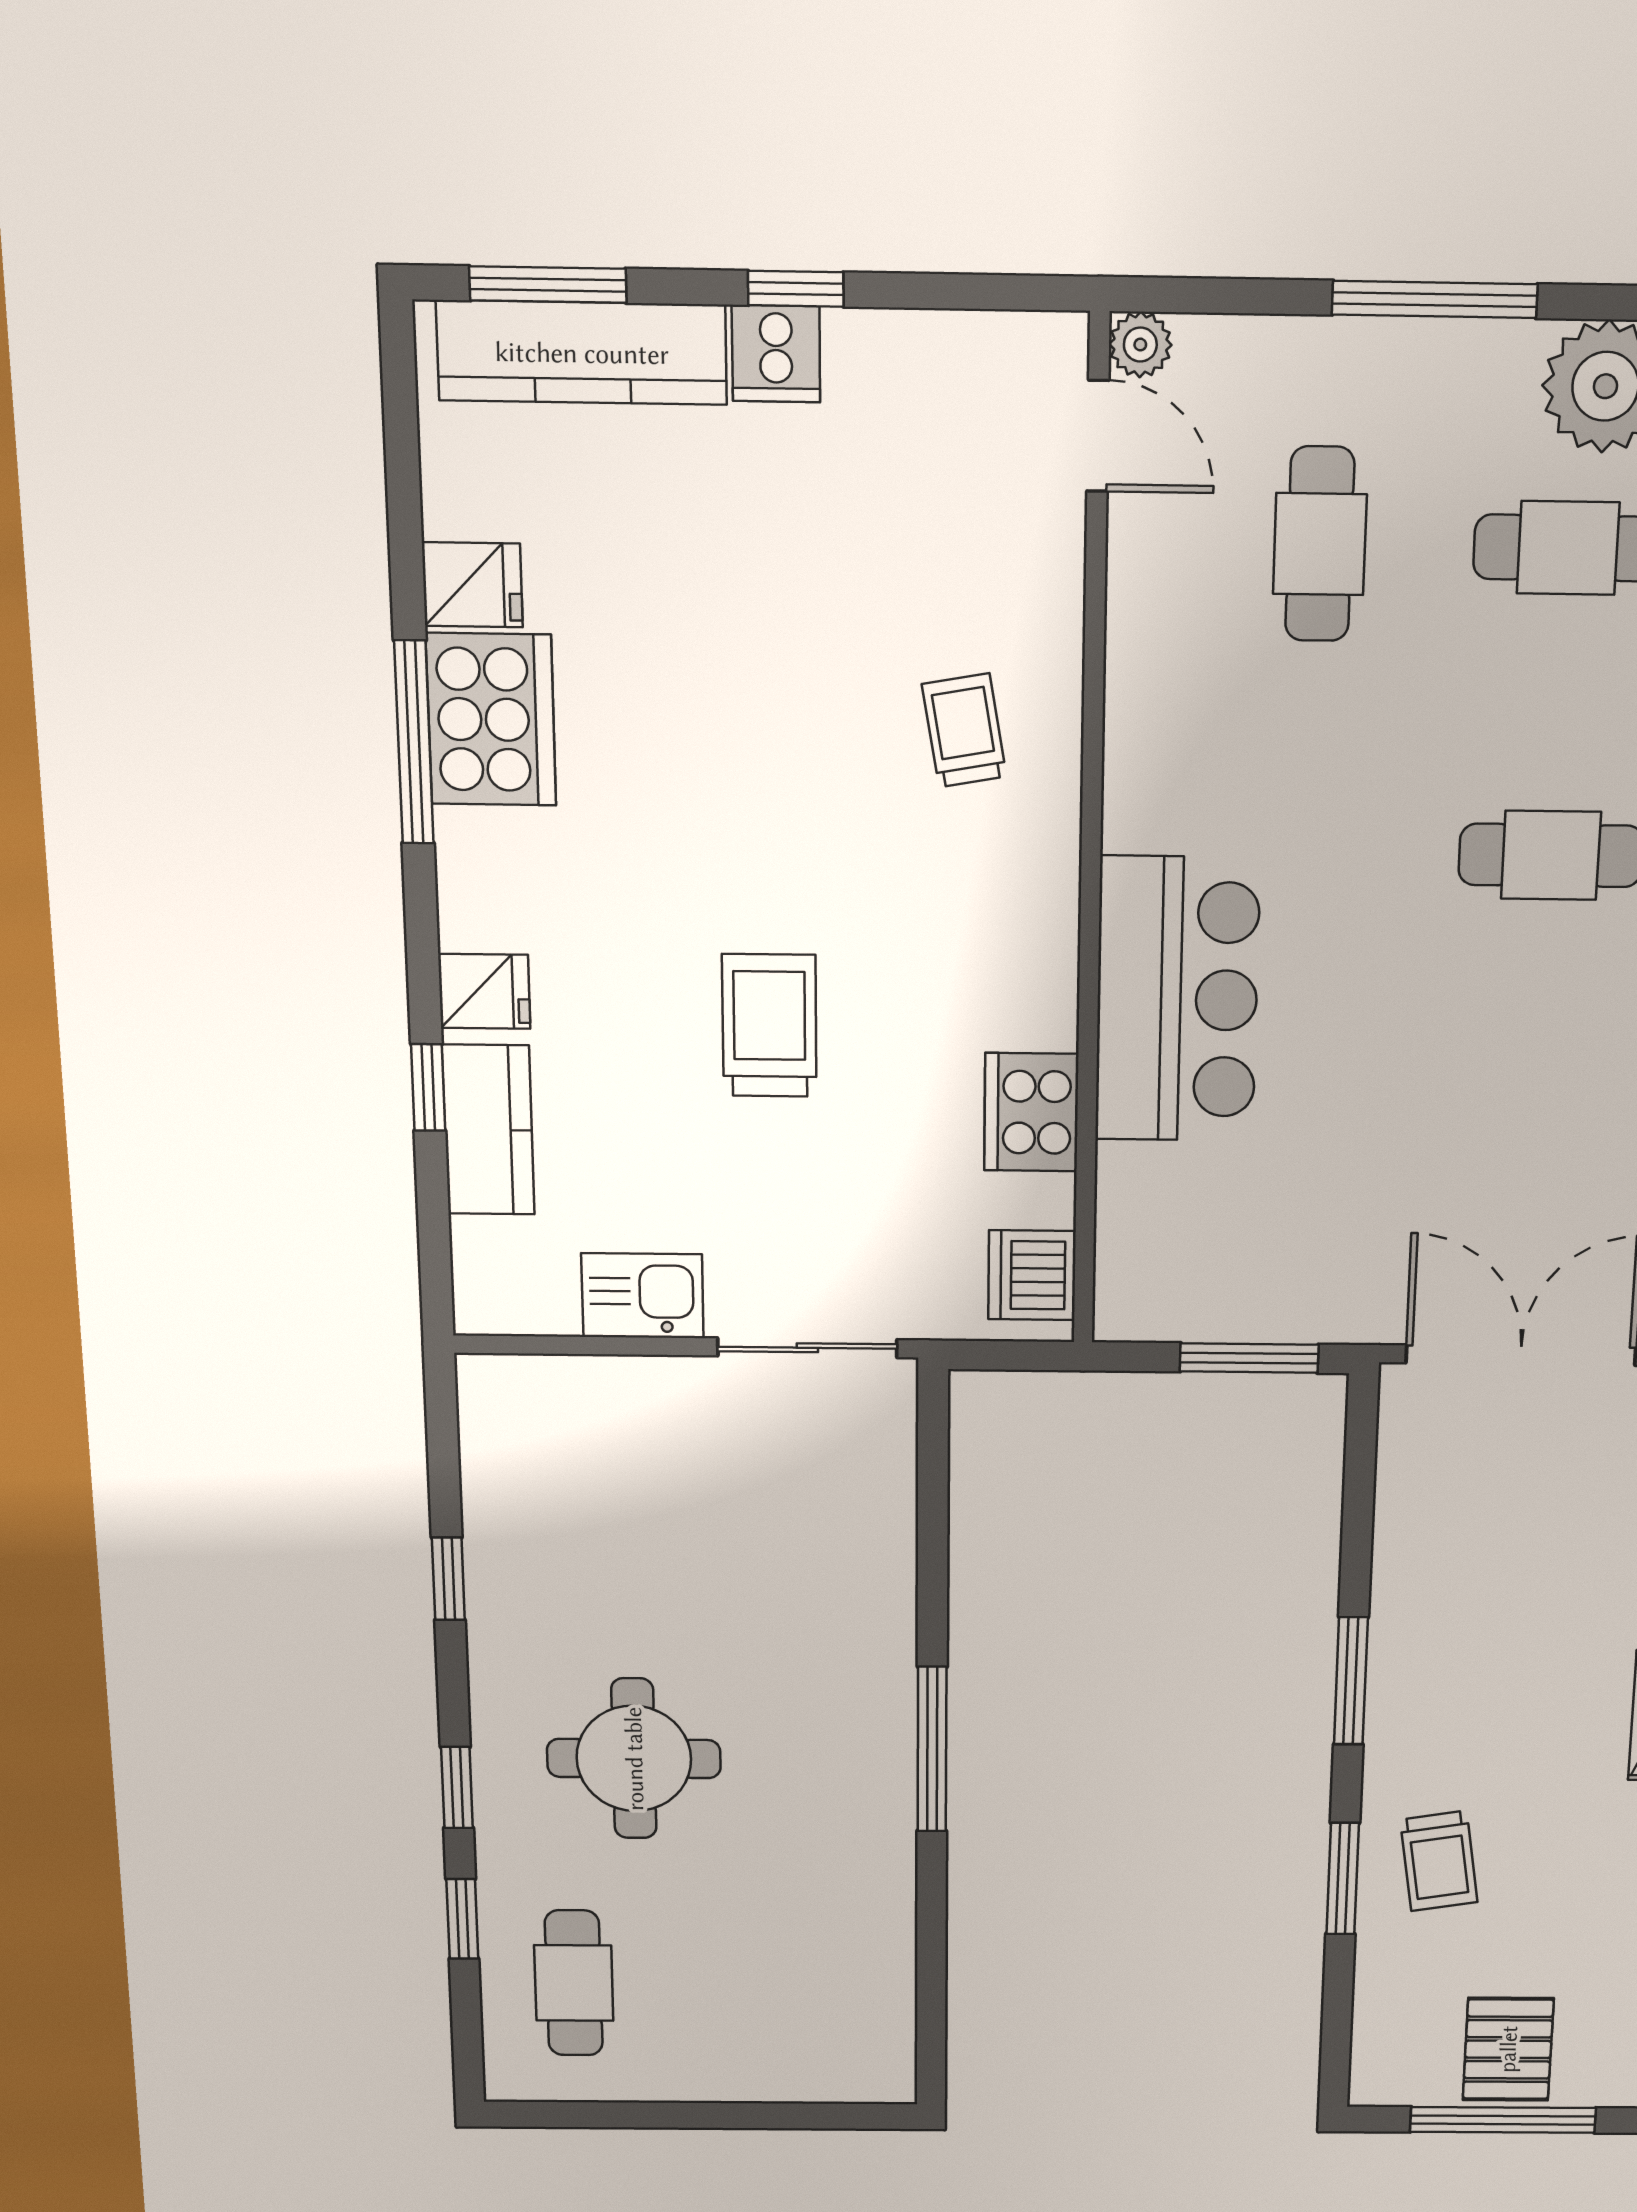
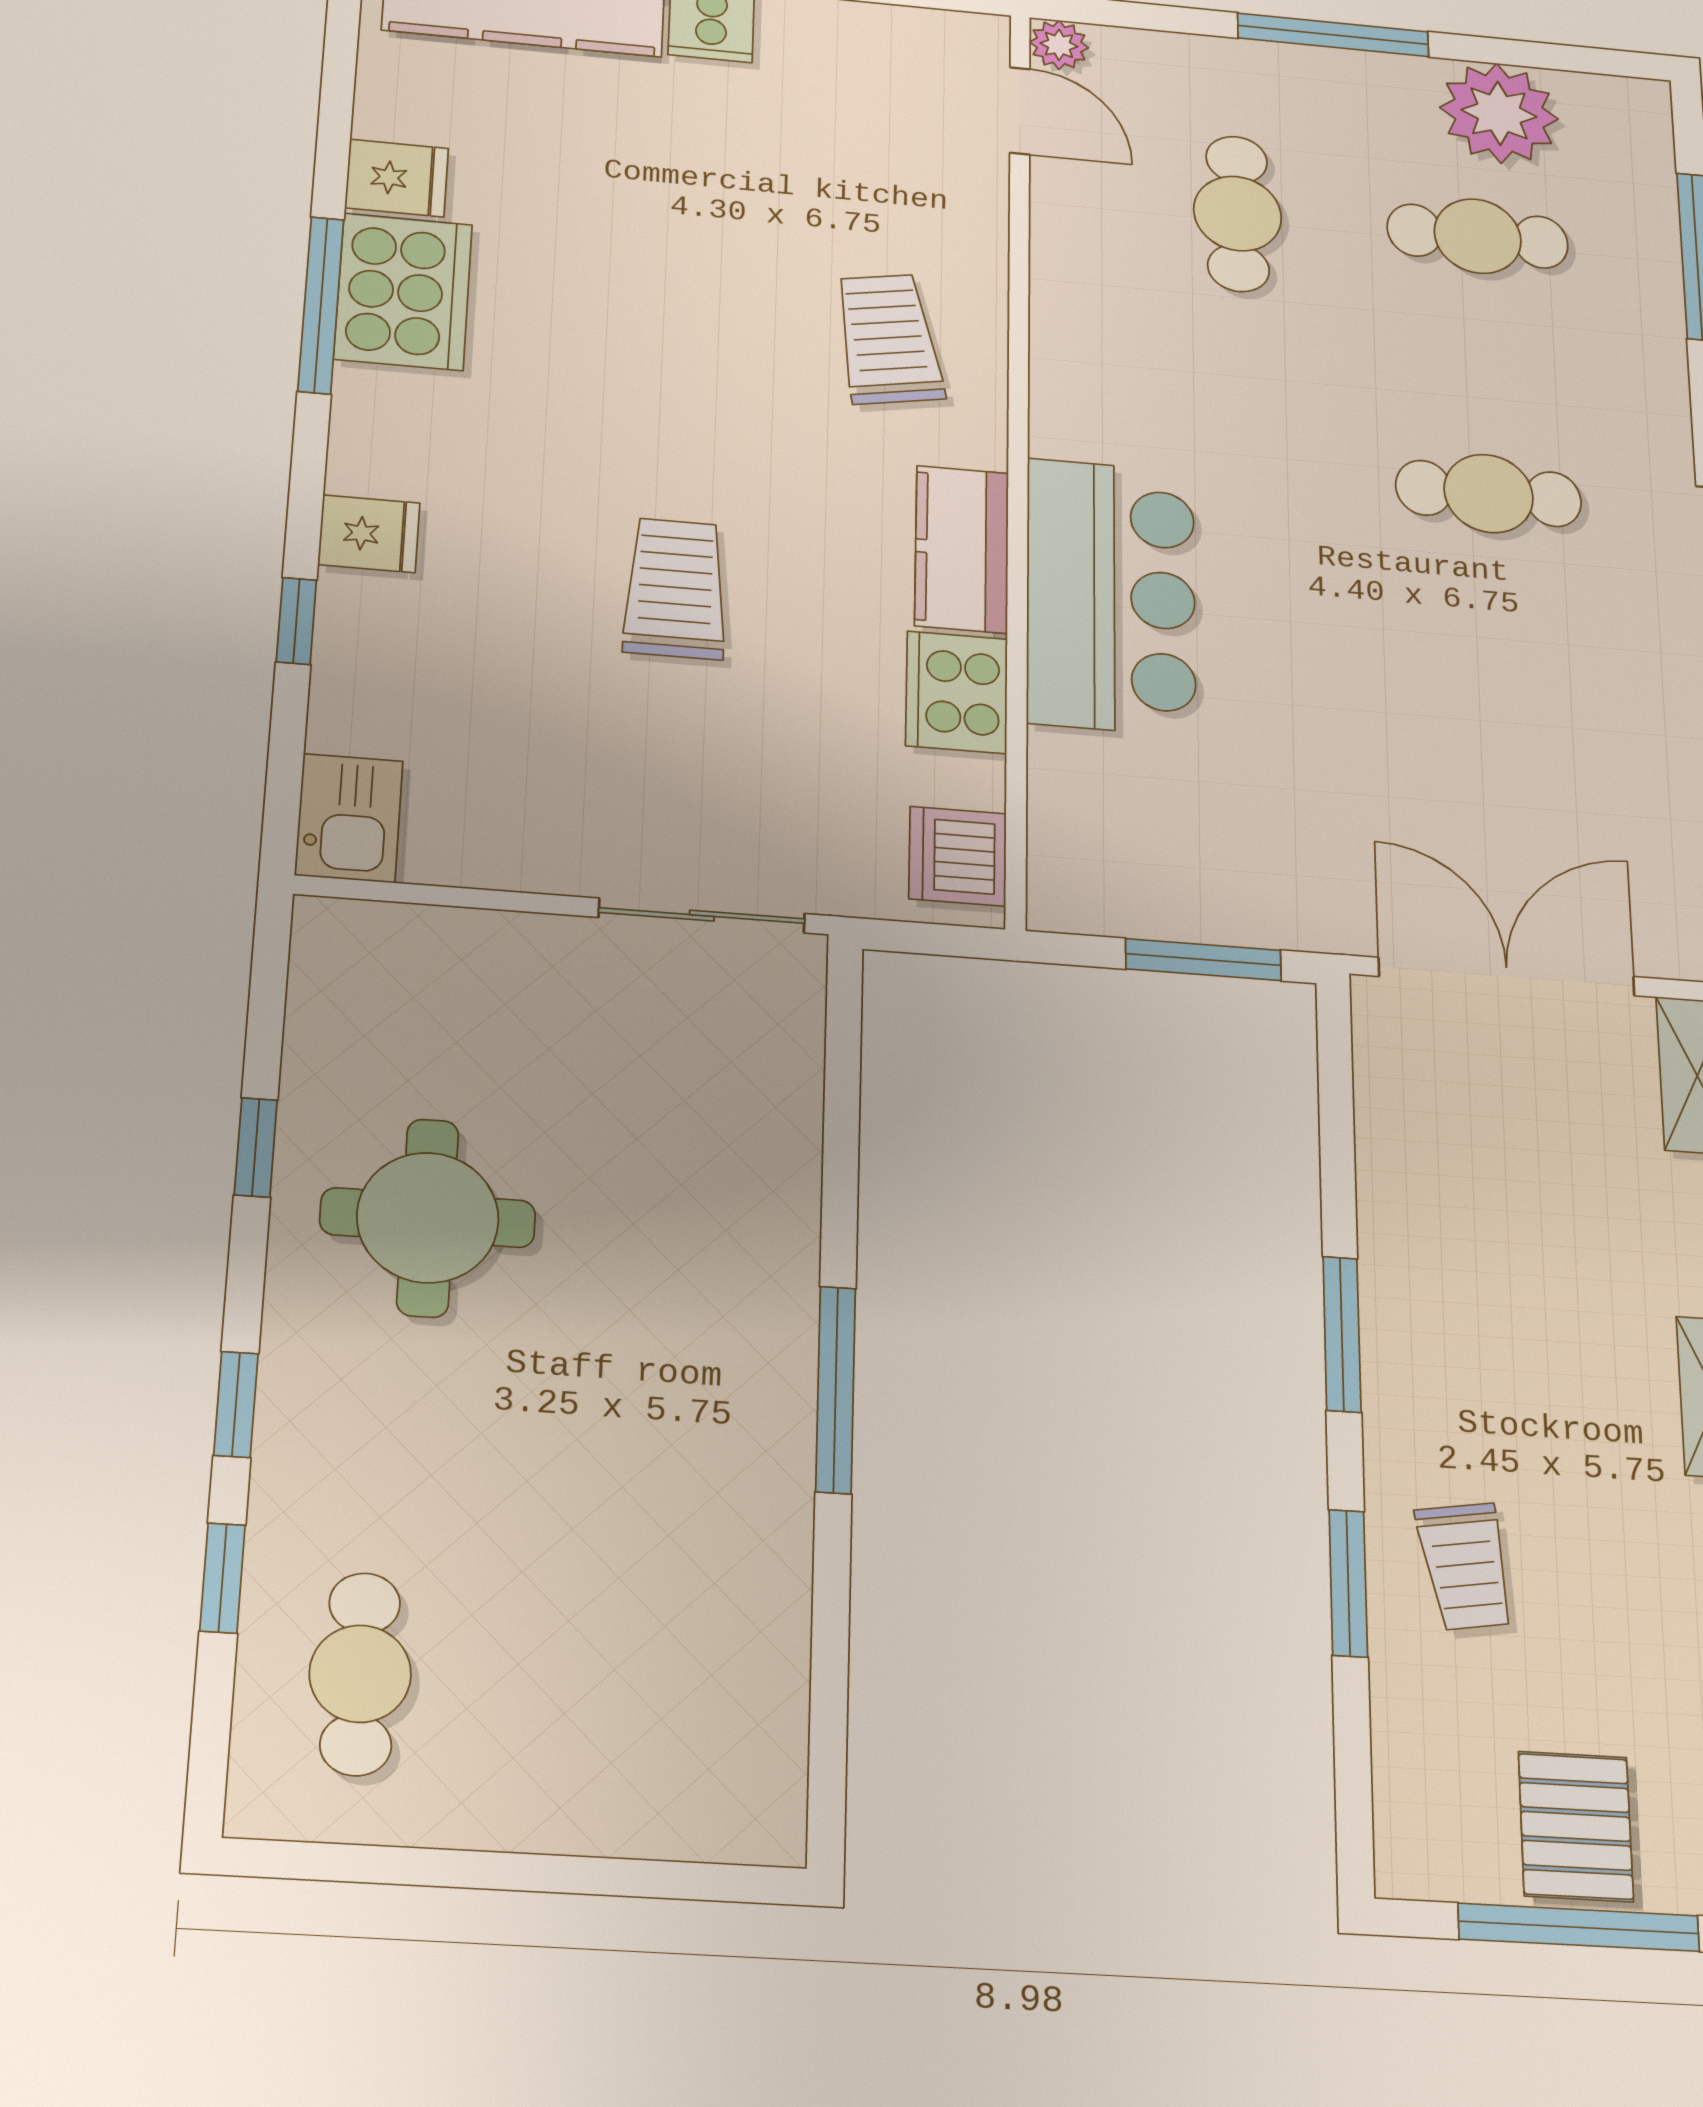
trolley: (964, 730) -> (888, 339), width x1.36, depth x1.39
kitchen counter: (488, 1130) -> (962, 549), moved, turned 180
kitchen sink: (642, 1296) -> (349, 818), moved, turned 90
round table: (634, 1759) -> (428, 1218), moved

